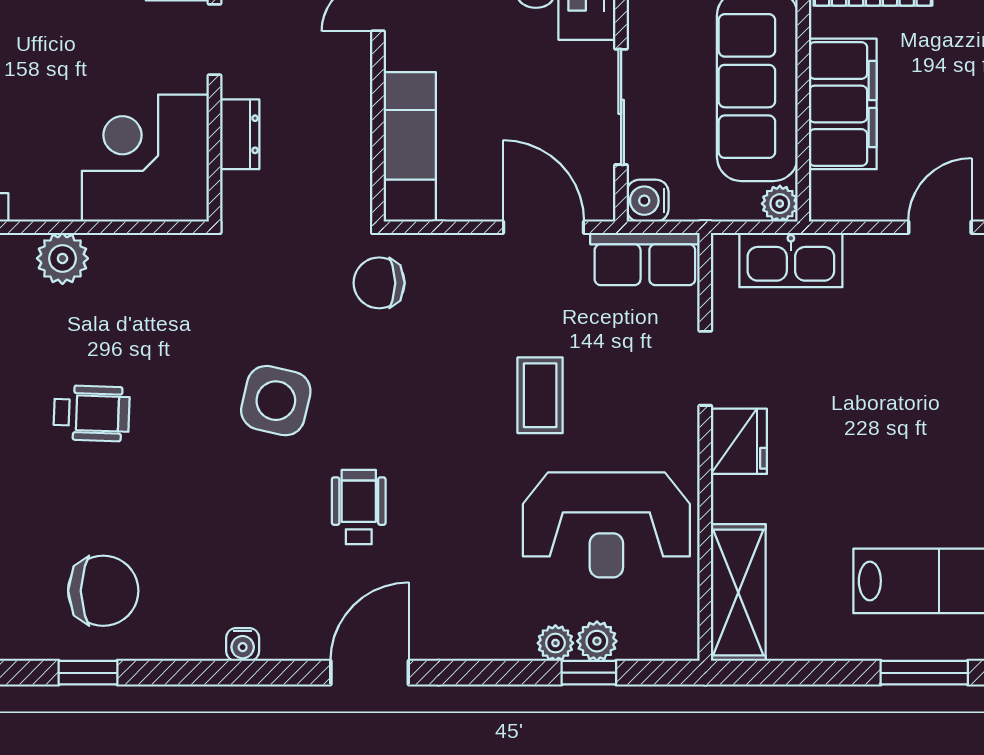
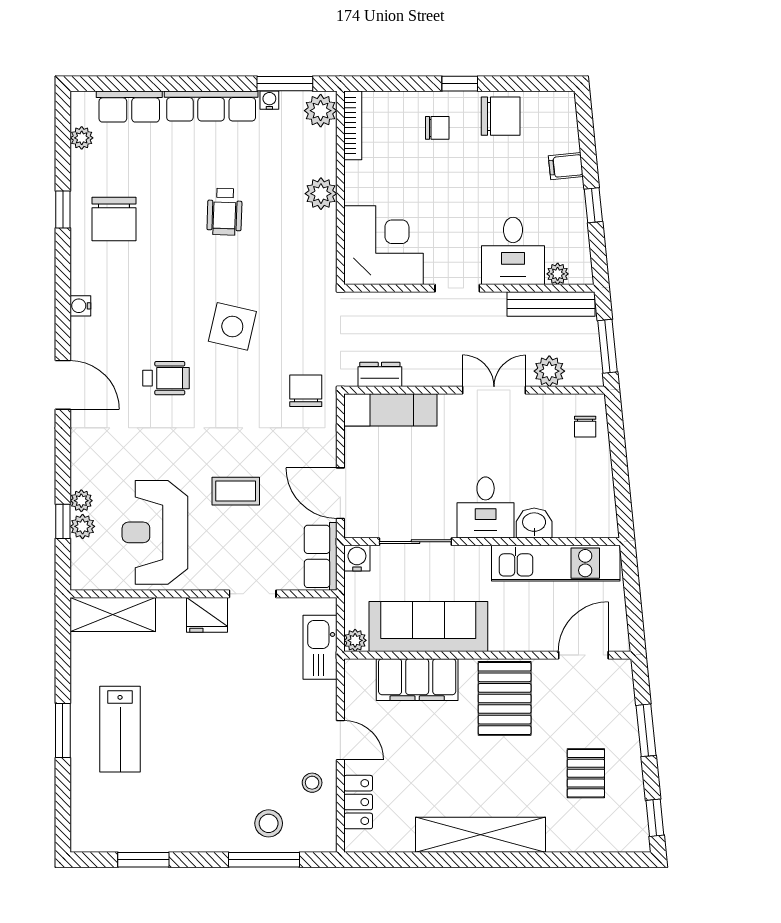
dresser: (240, 134) -> (380, 374), moved, turned 180
door: (544, 227) -> (340, 493), swing flipped

